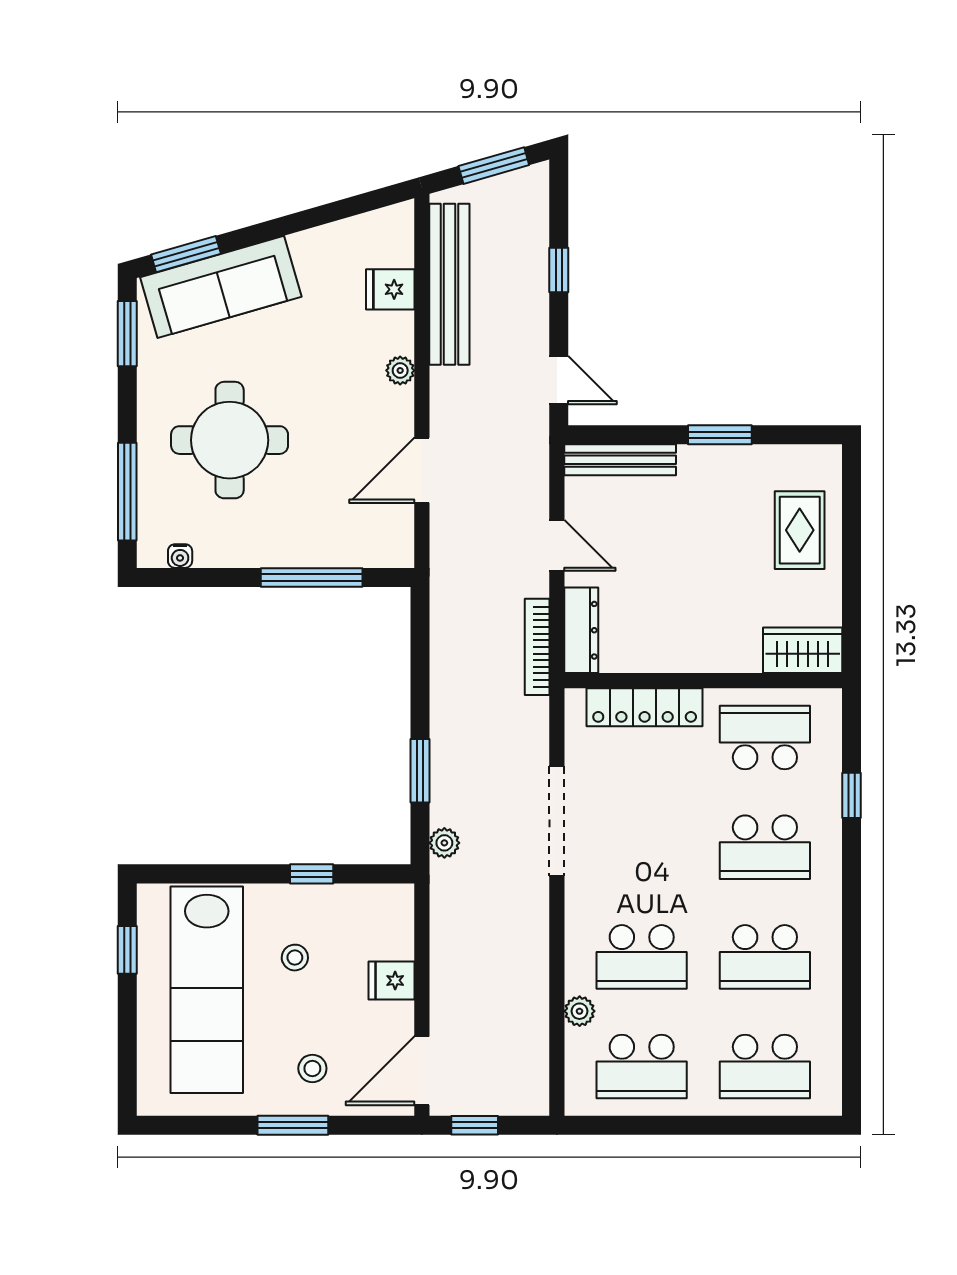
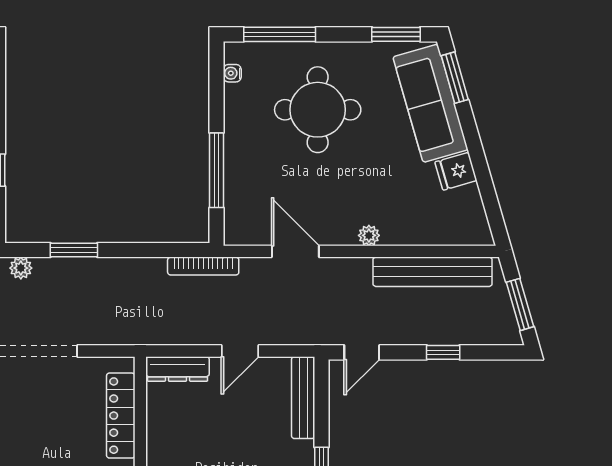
fridge: (390, 289) -> (456, 171), moved, turned -106
bookcase: (537, 647) -> (203, 266), moved, turned 180

